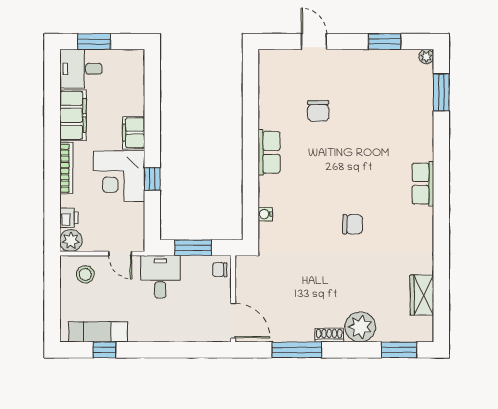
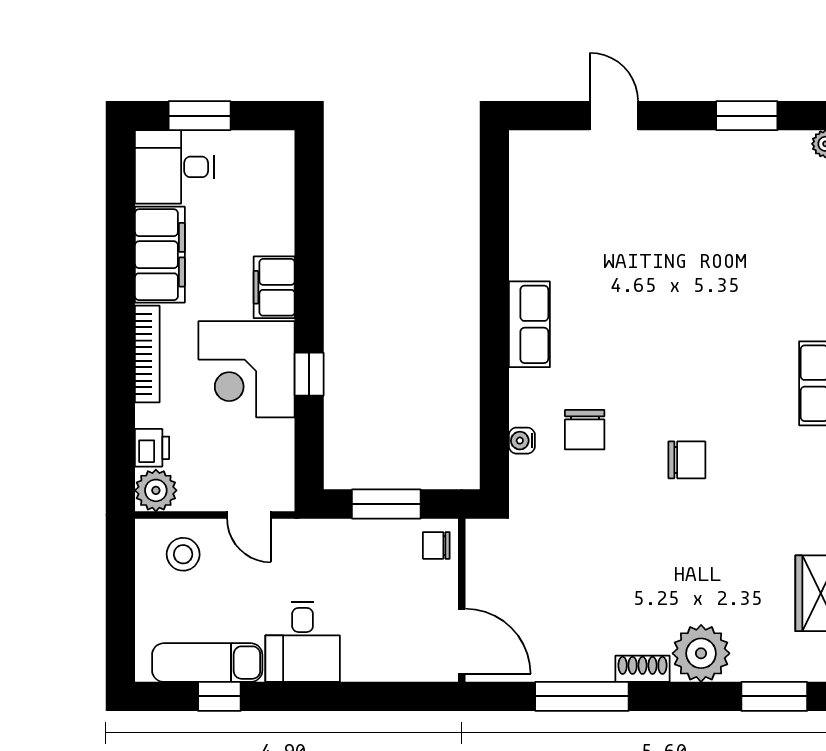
chair: (318, 111) -> (585, 430), moved
desk: (160, 277) -> (303, 642), moved, turned 180

